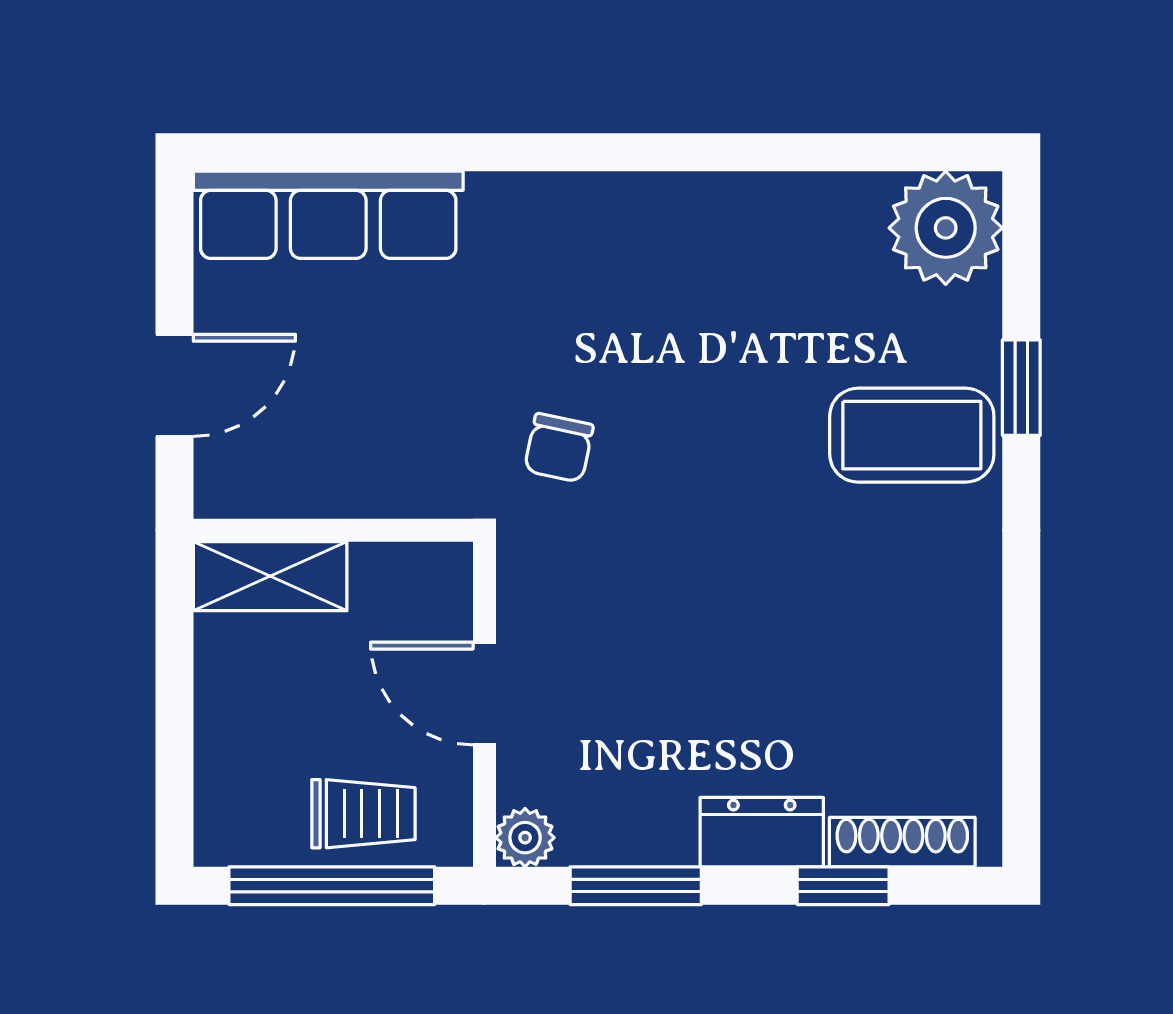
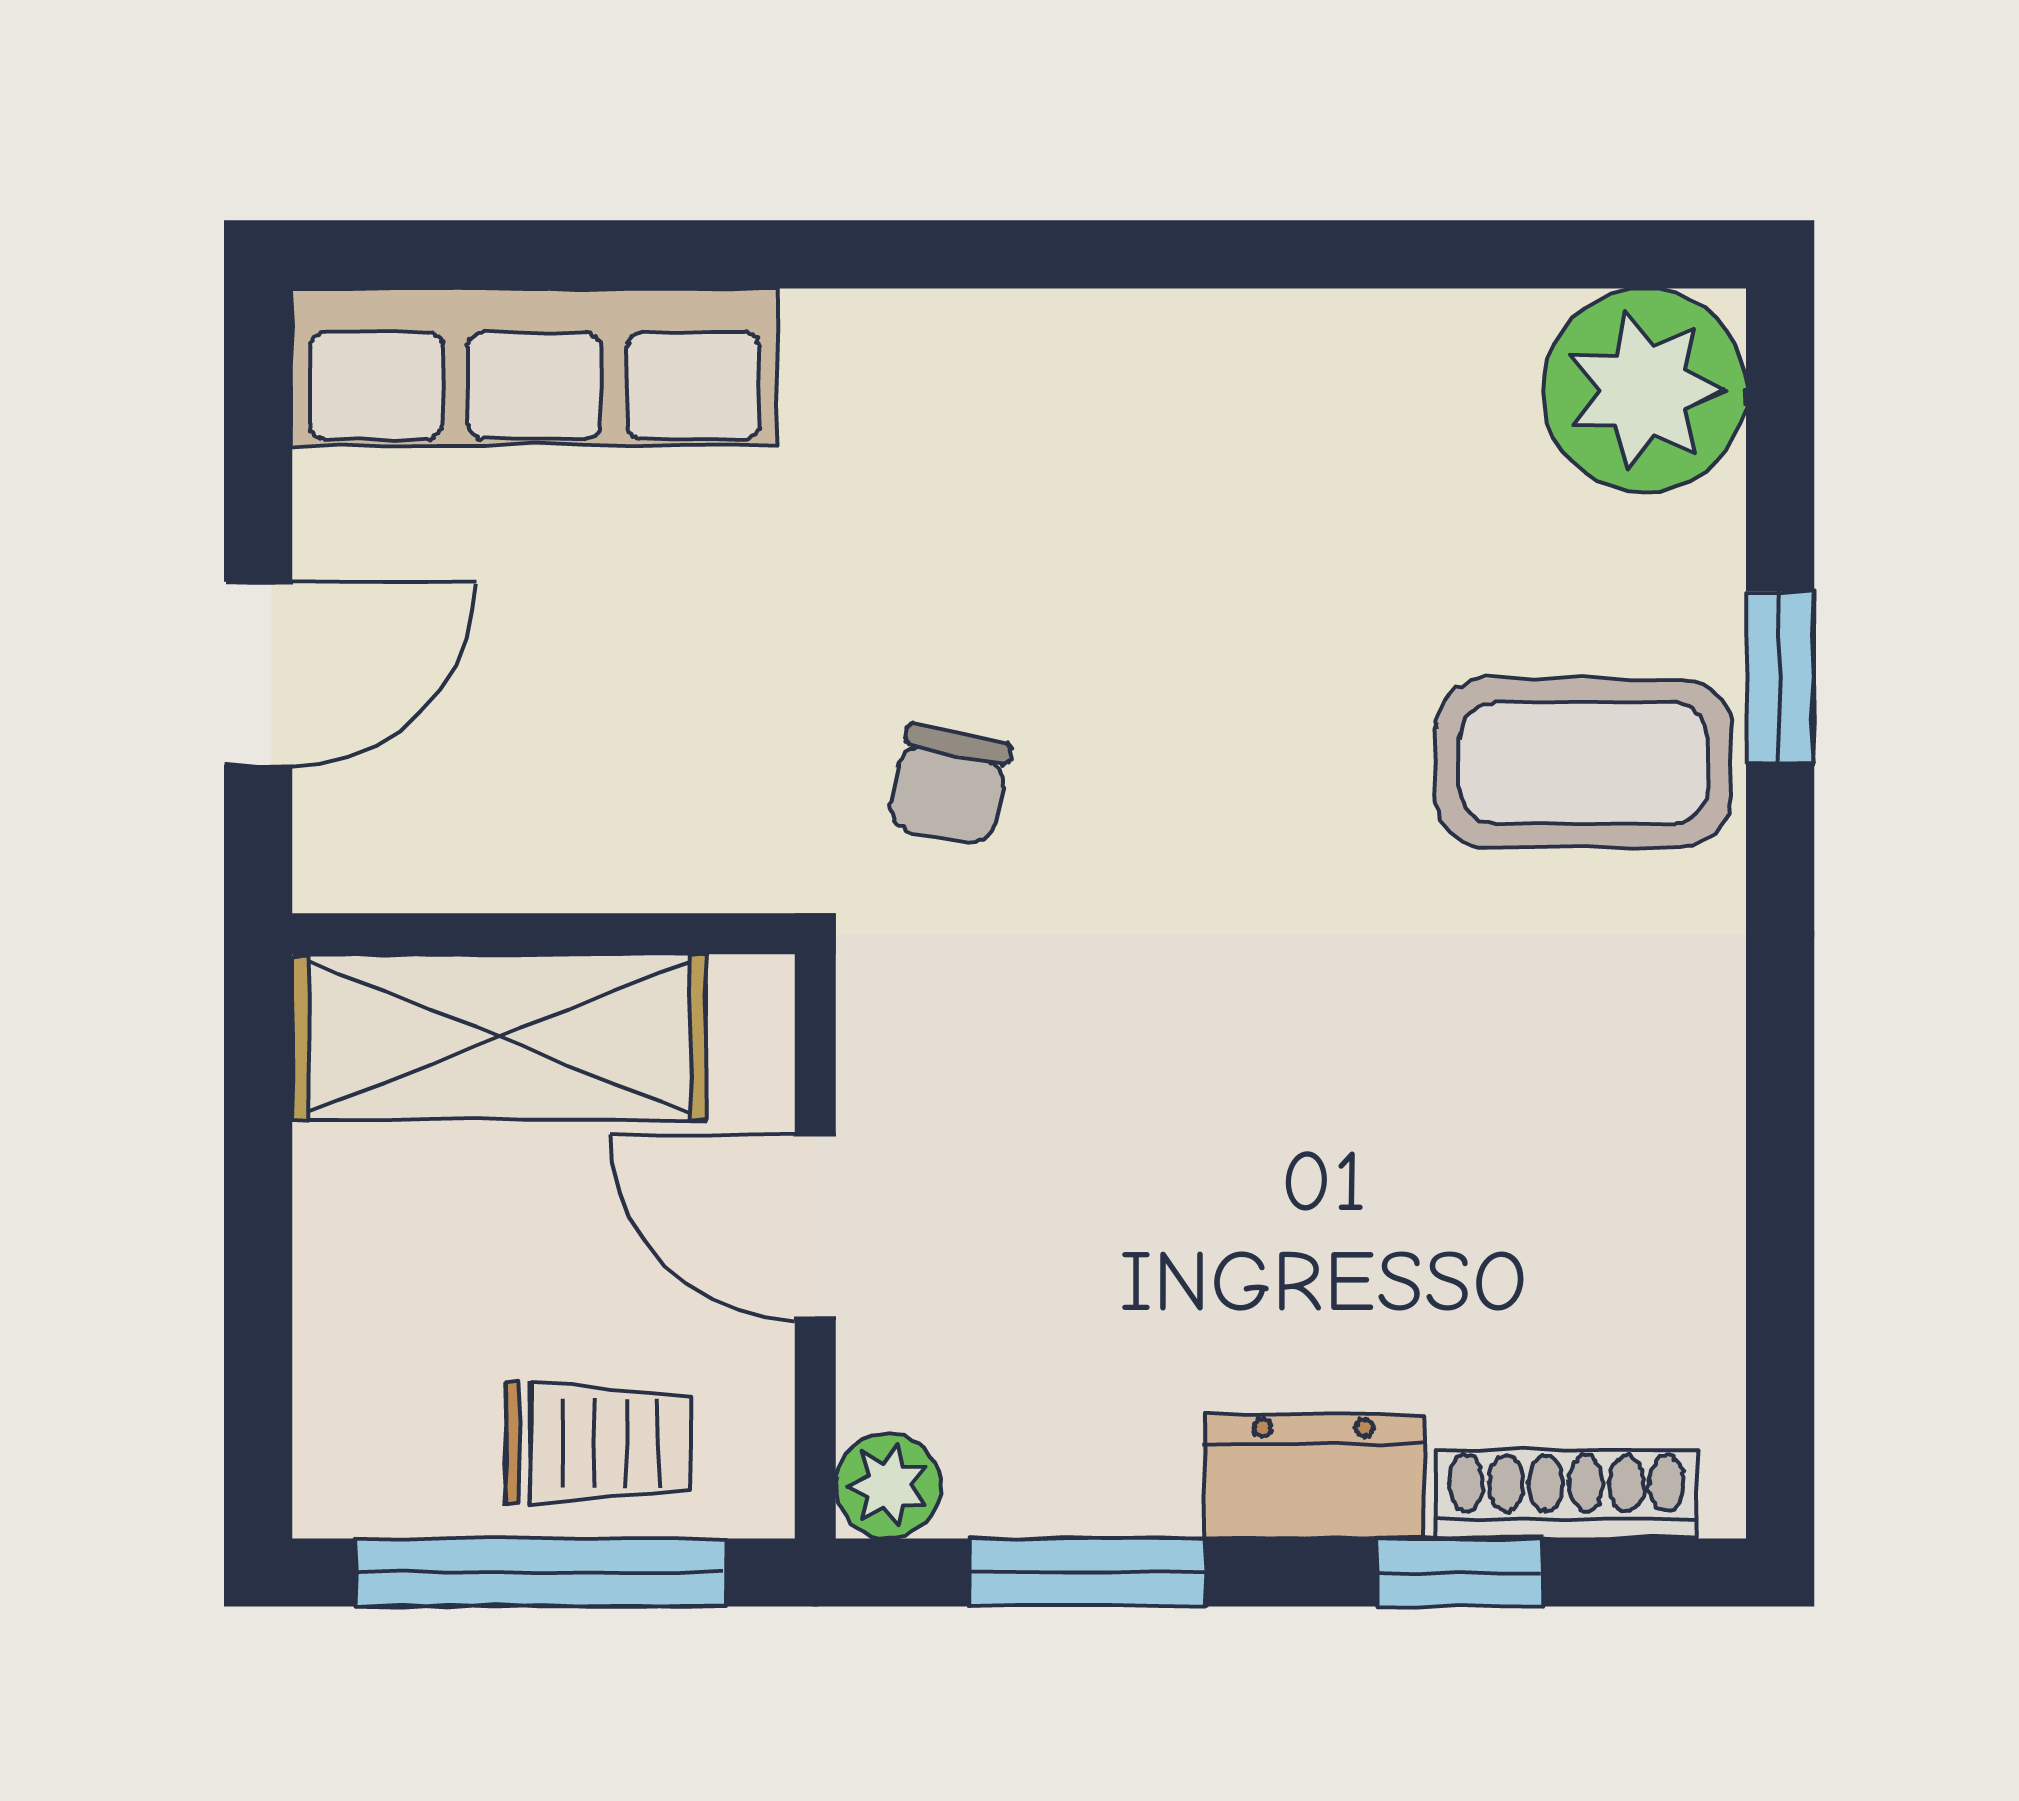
shelving: (270, 576) -> (499, 1037), width x1.50, depth x1.33

